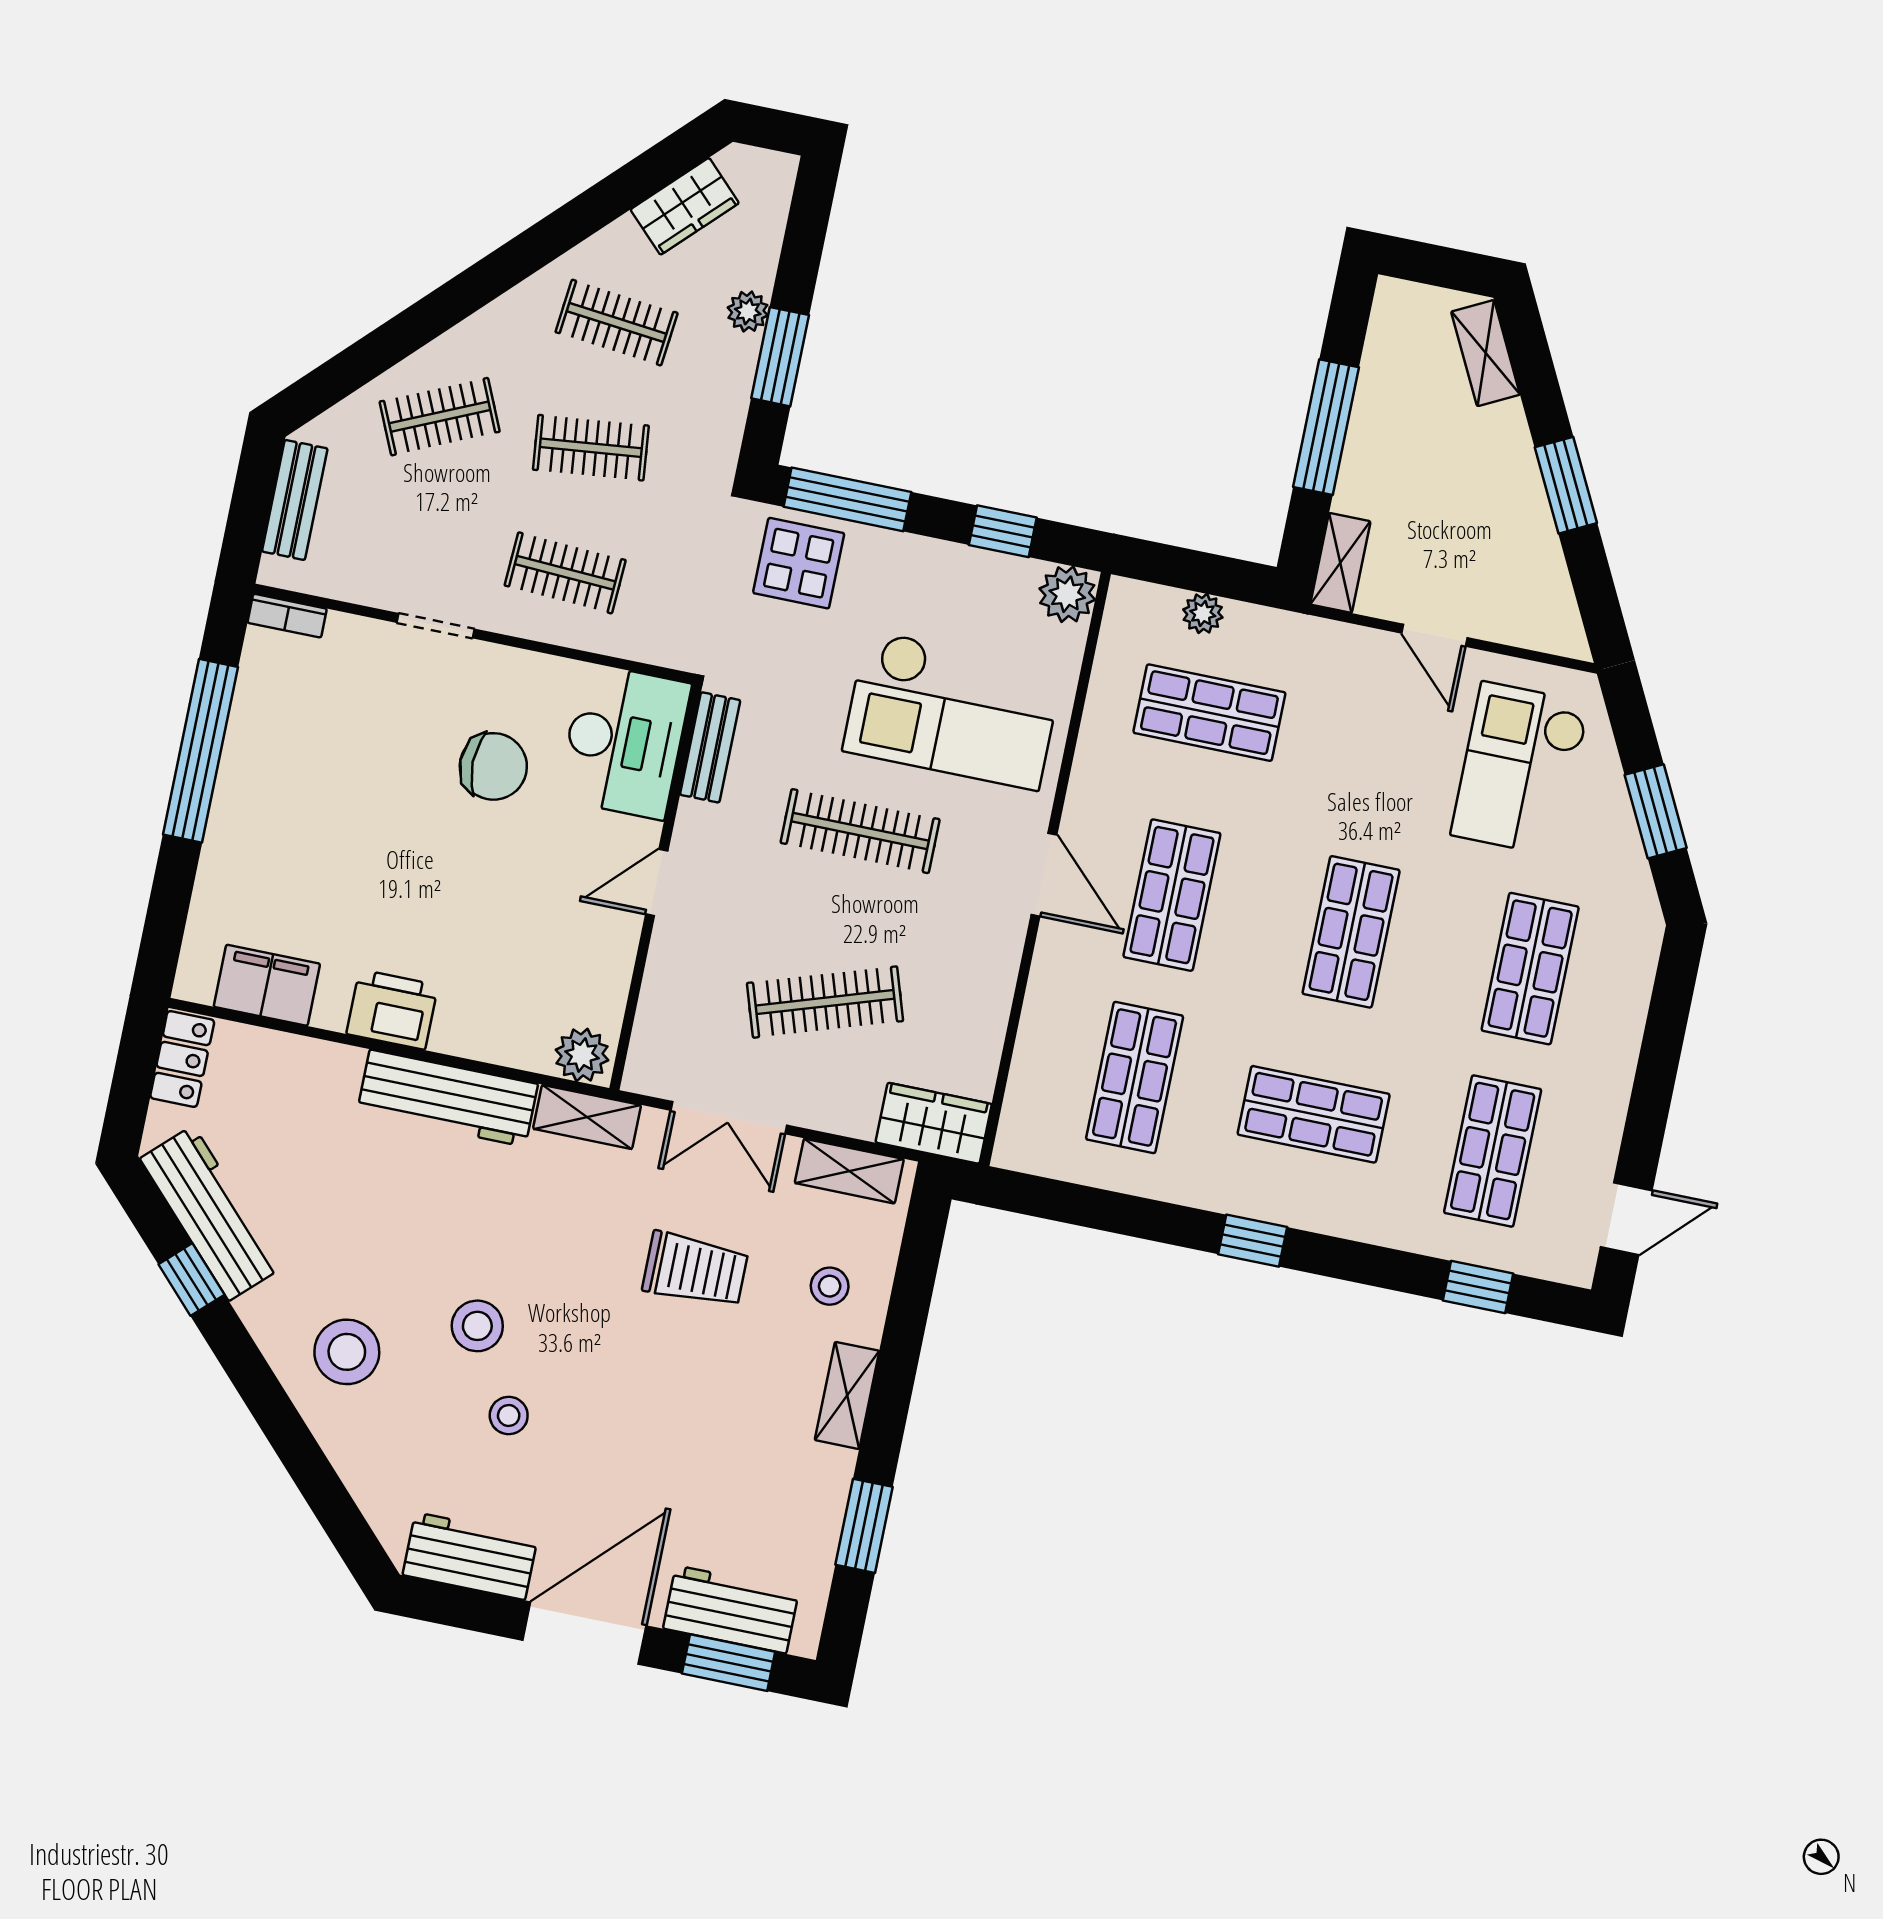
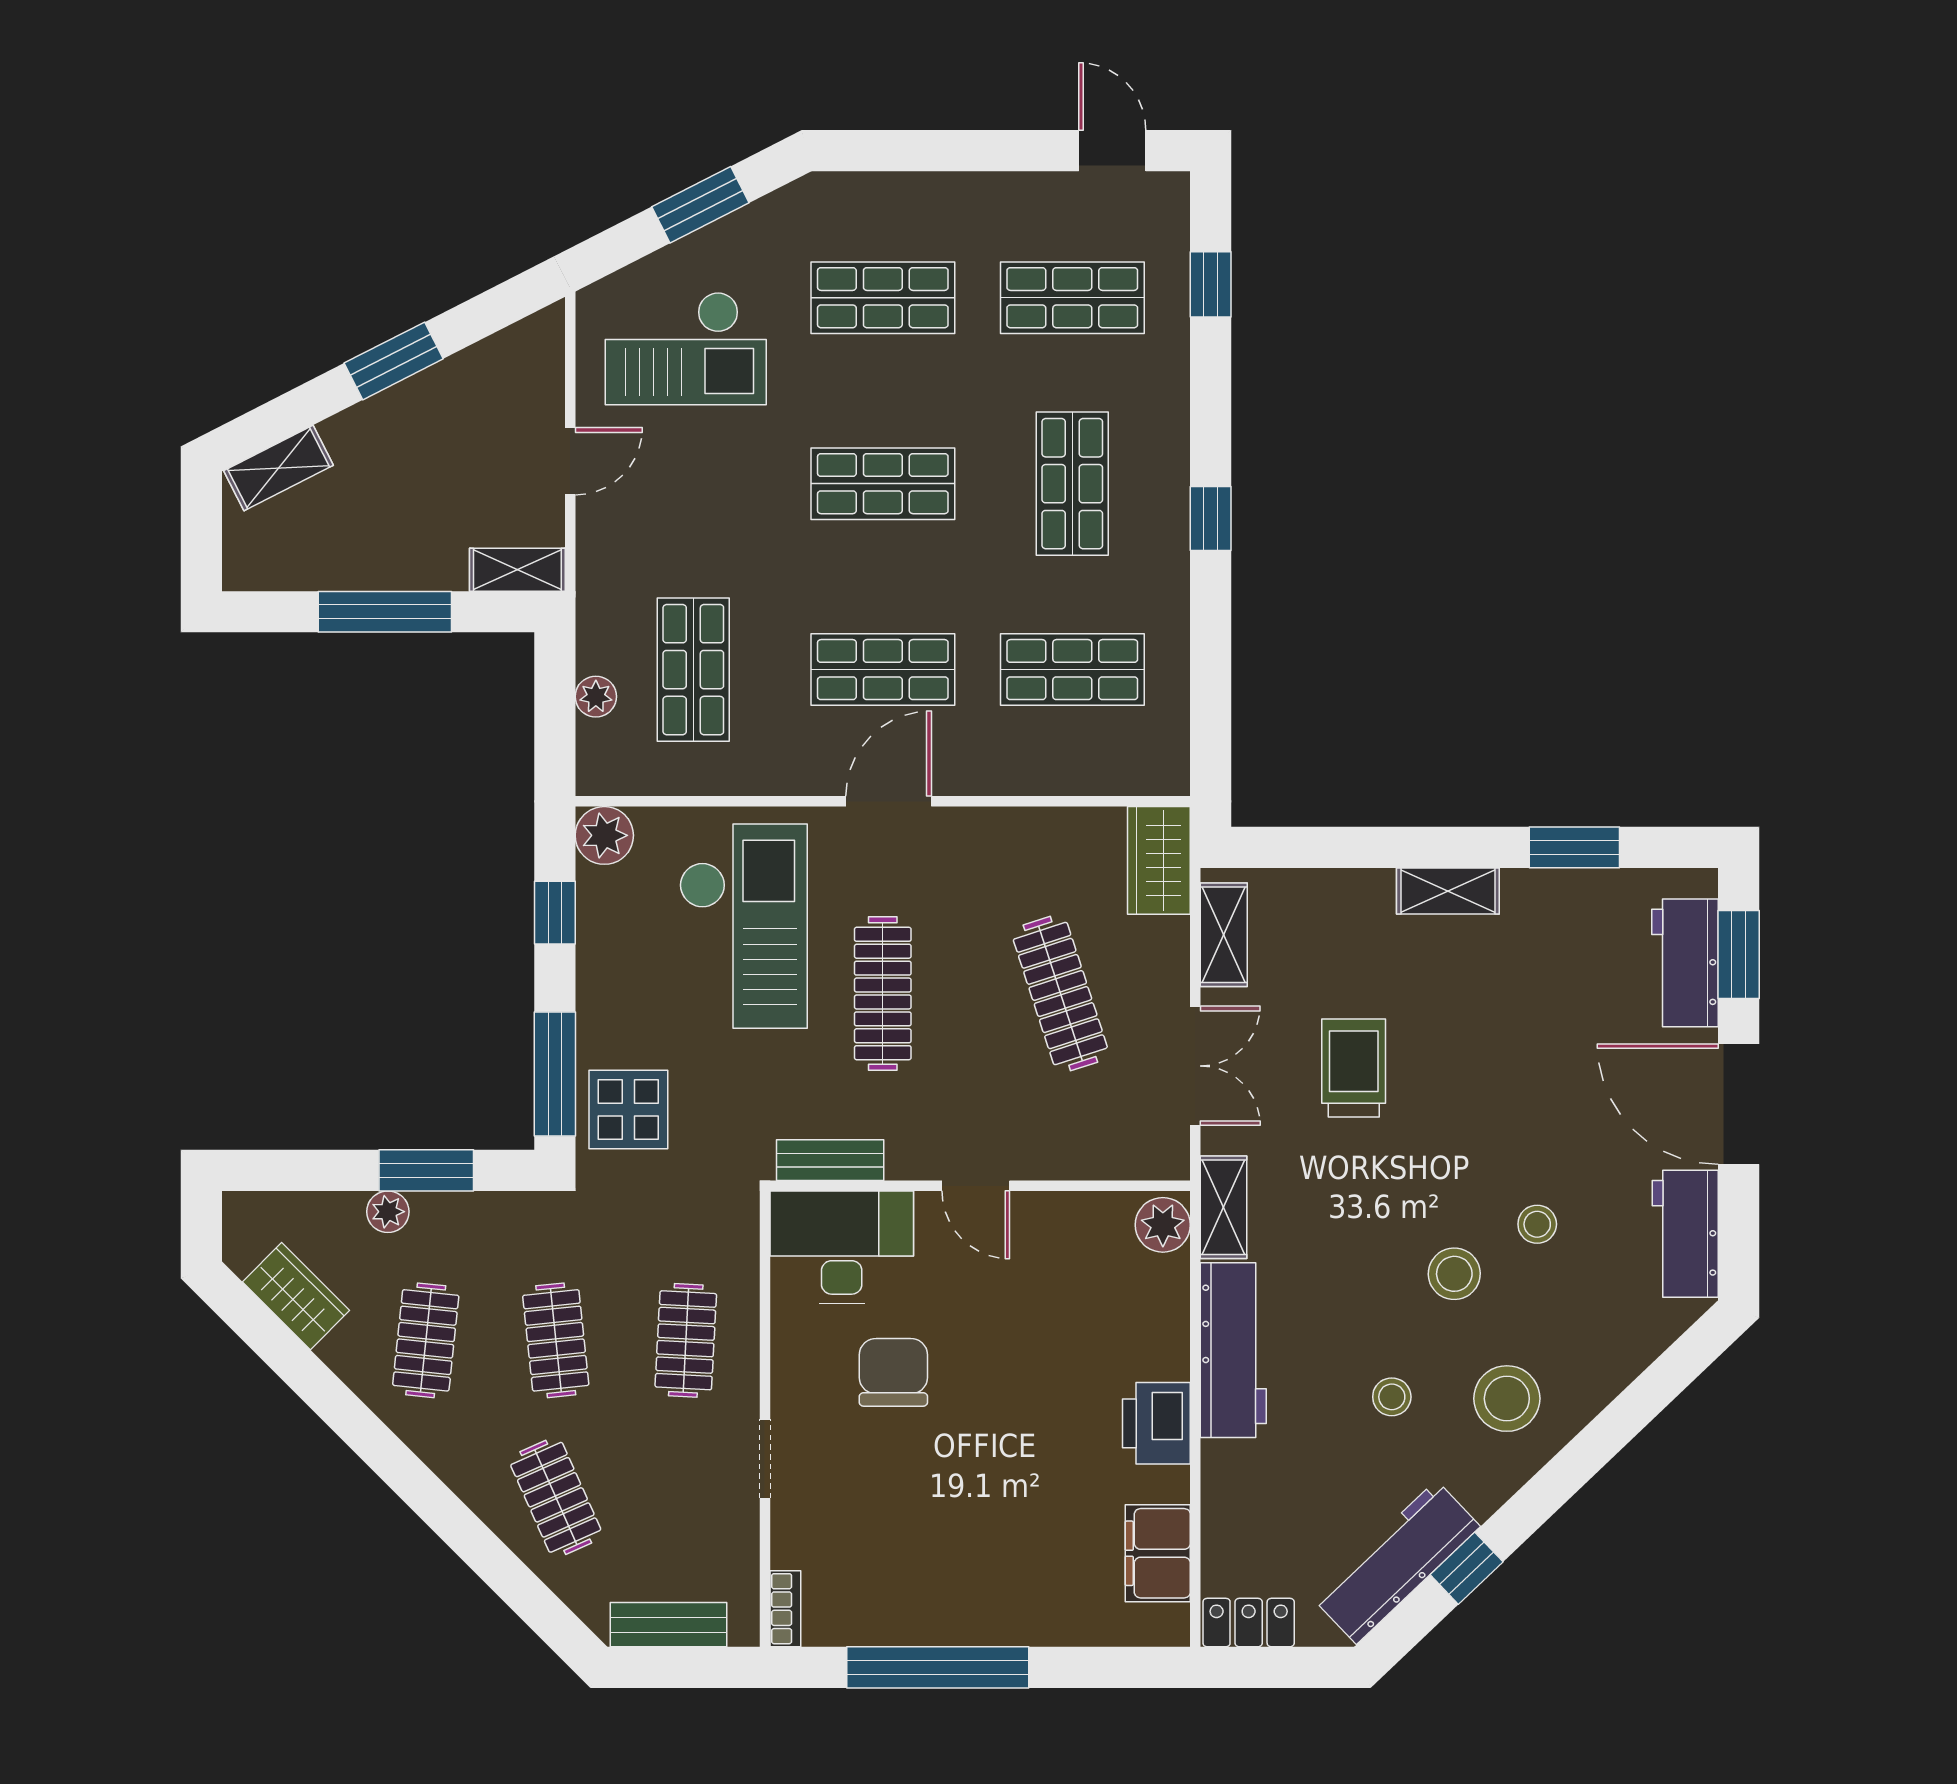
stool: (830, 1286) -> (1392, 1397), moved

